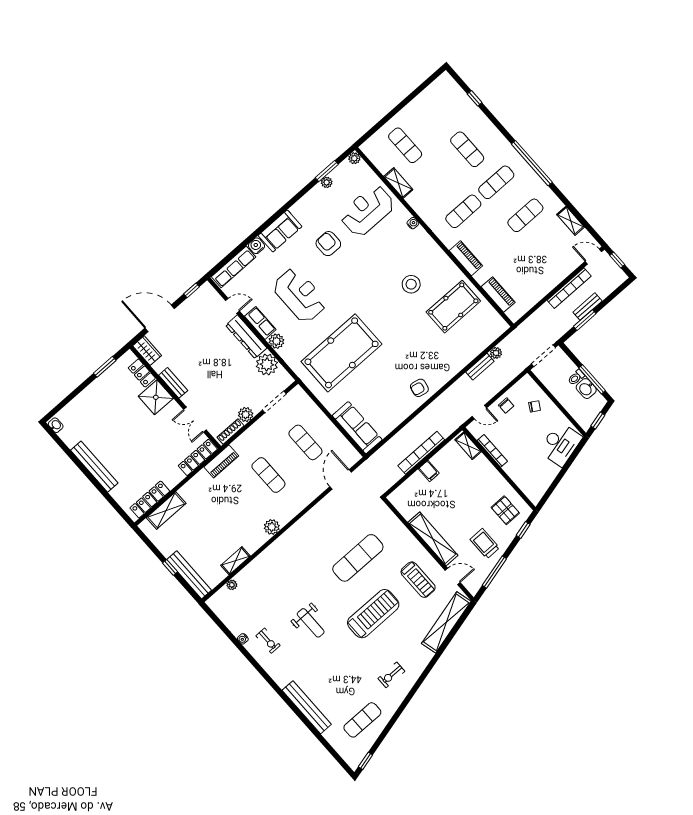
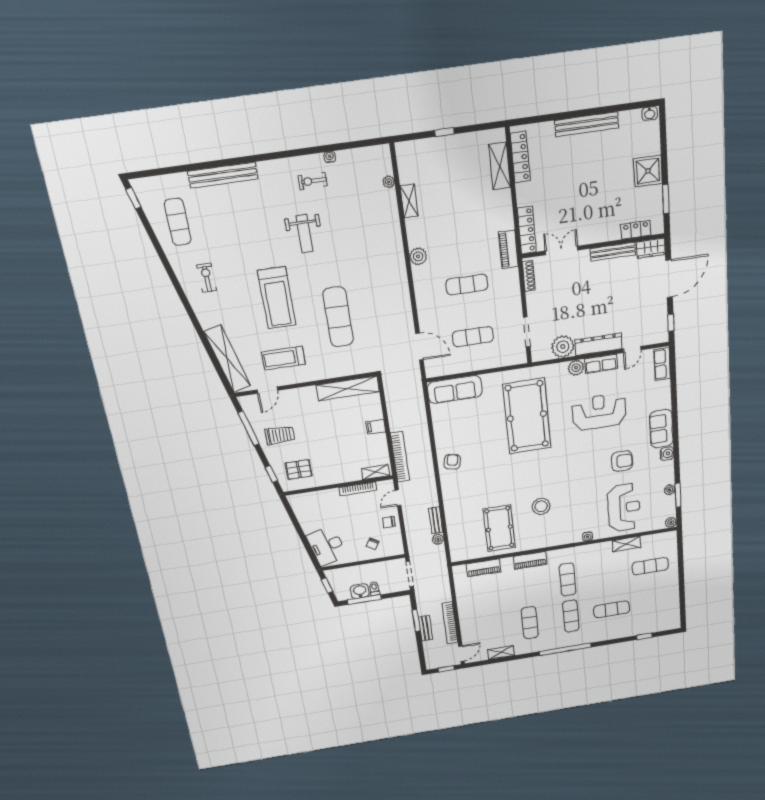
water cooler: (256, 246) -> (667, 454), moved
row of seats: (234, 267) -> (662, 364), width x0.68
reception desk: (300, 295) -> (599, 412), turned 180
bench: (173, 383) -> (613, 252), width x1.36
shower: (156, 397) -> (648, 171), moved
plant: (246, 415) -> (534, 300), removed
bookcase: (421, 453) -> (400, 457), moved
shelving: (433, 539) -> (348, 388), moved
bench: (189, 575) -> (425, 146), removed
weight bench: (311, 623) -> (304, 234), turned -90

